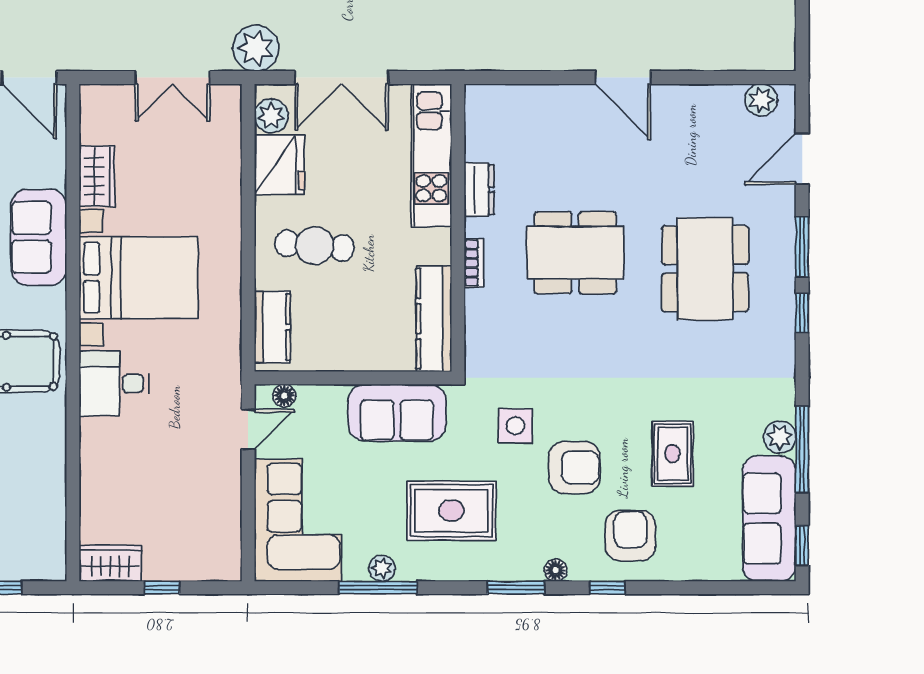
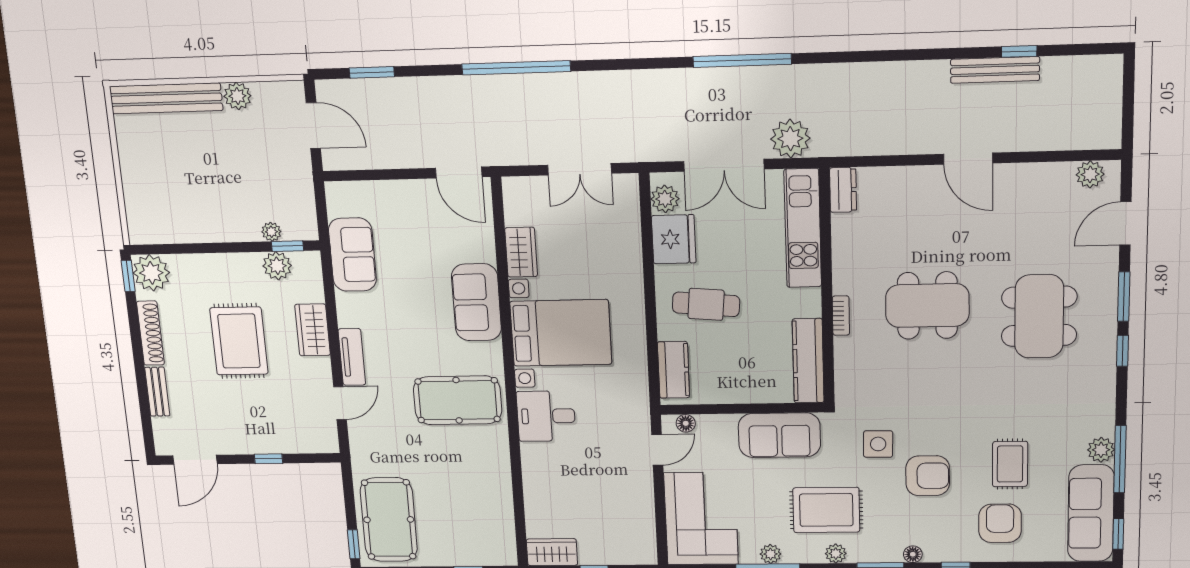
plant: (256, 48) -> (790, 139), moved
dresser: (479, 190) -> (843, 190), moved
armchair: (630, 536) -> (1000, 523), moved
plant: (462, 568) -> (836, 554), added

